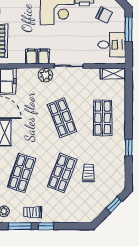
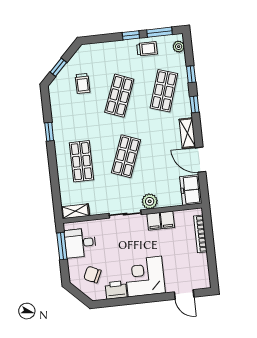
window: (129, 29) -> (62, 246), moved
shop shelf: (62, 118) -> (126, 156), turned 42
trolley: (89, 173) -> (83, 83), moved

